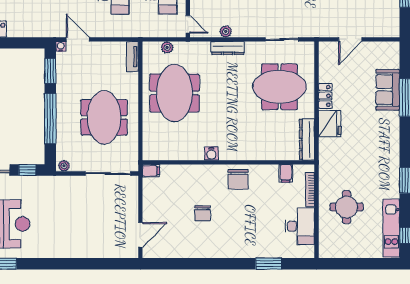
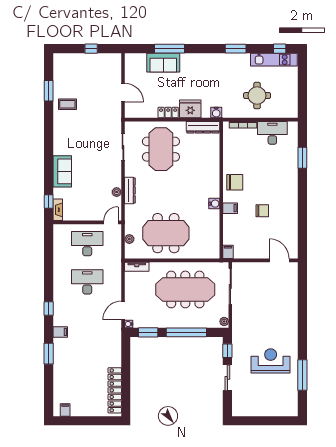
meeting table: (104, 117) -> (185, 289), width x1.36
water cooler: (325, 156) -> (216, 112), added
filing cabinet: (286, 173) -> (230, 208), moved

